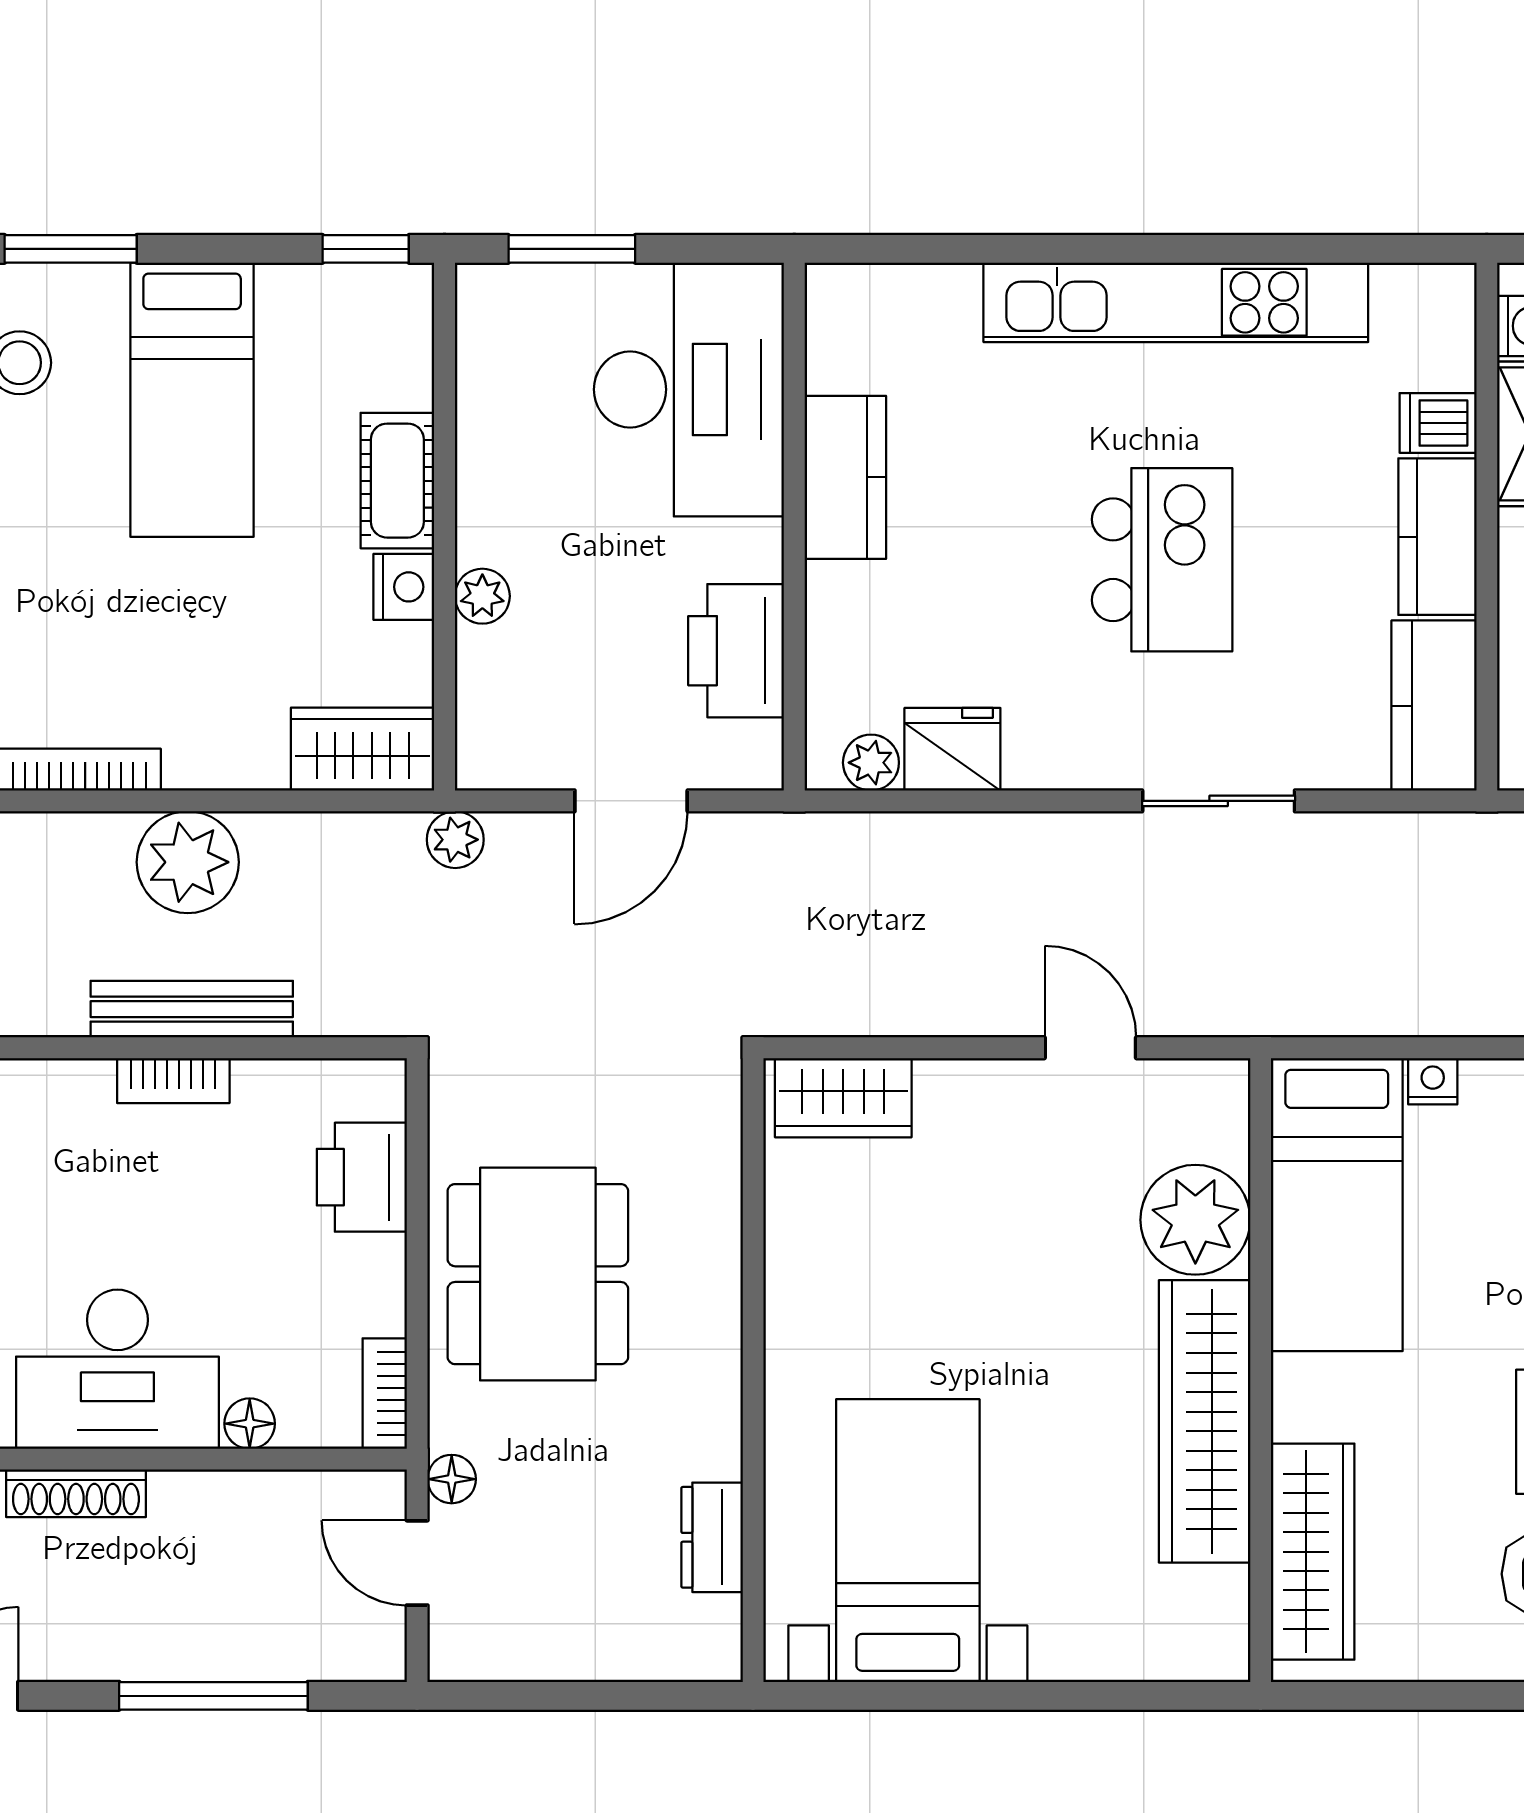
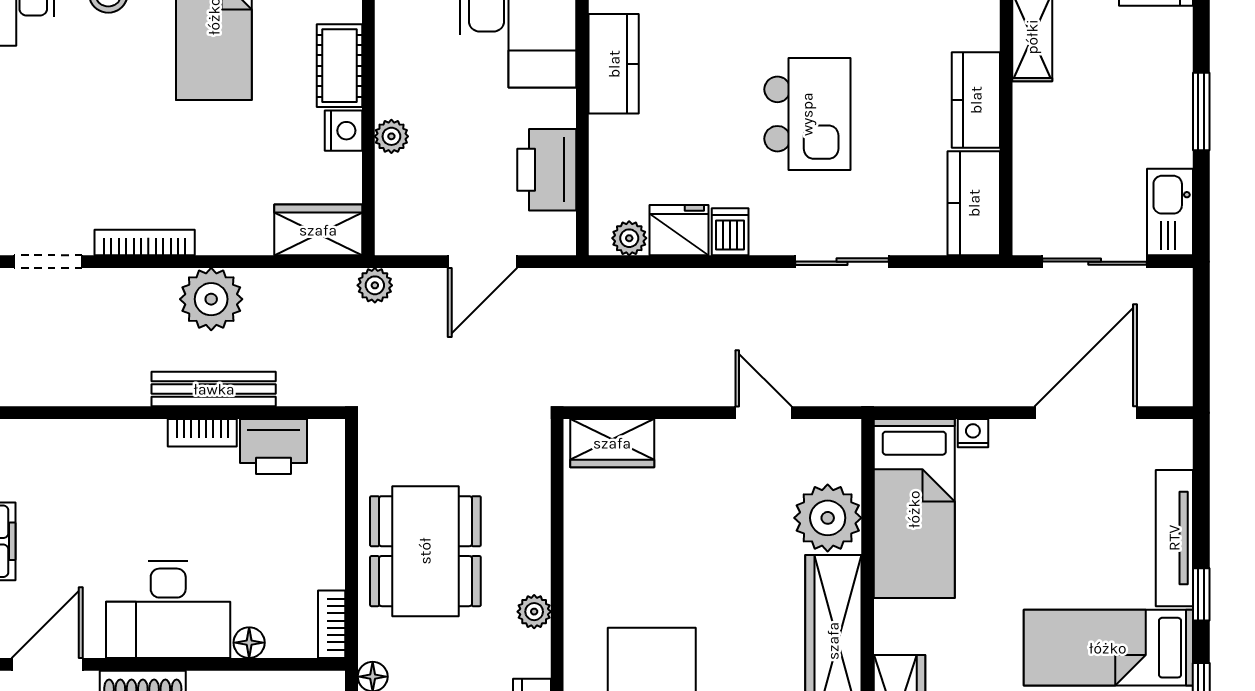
dishwasher: (1438, 423) -> (730, 232), moved, turned 90
printer: (362, 1177) -> (273, 447), moved, turned -90
plant: (716, 1373) -> (534, 612), added

